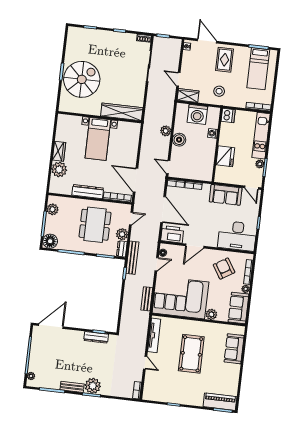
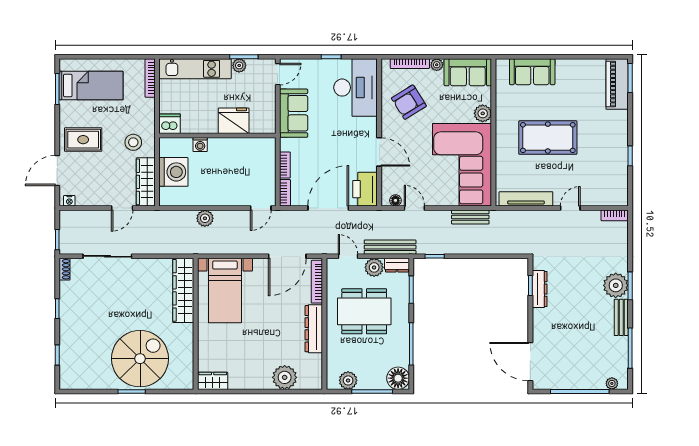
spiral stairs: (82, 79) -> (140, 359), turned 90
wardrobe: (188, 96) -> (146, 182), width x1.50
bed with nightstands: (98, 139) -> (225, 291), moved, turned 90
boiler: (179, 140) -> (216, 196), removed
wardrobe: (59, 151) -> (213, 381), moved
bench: (132, 258) -> (390, 247), moved

